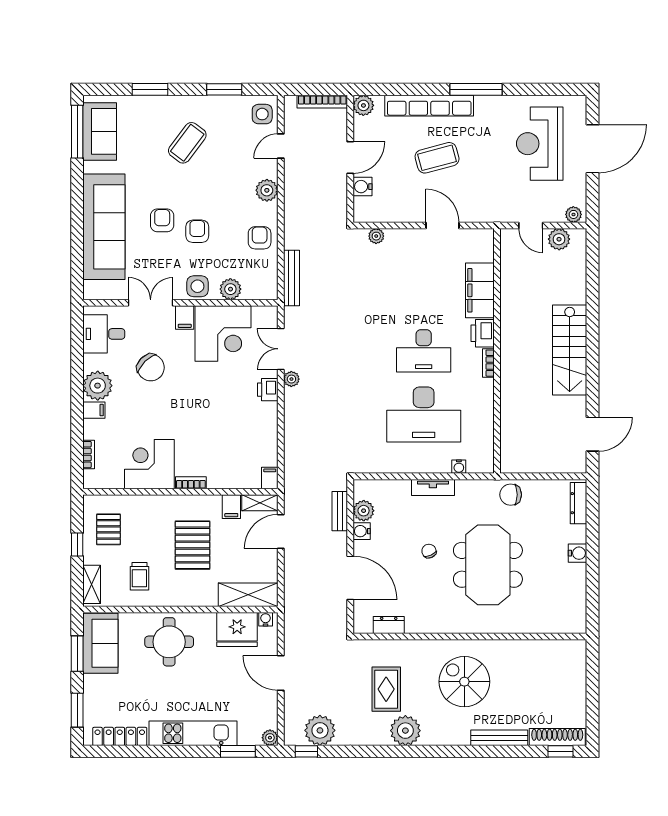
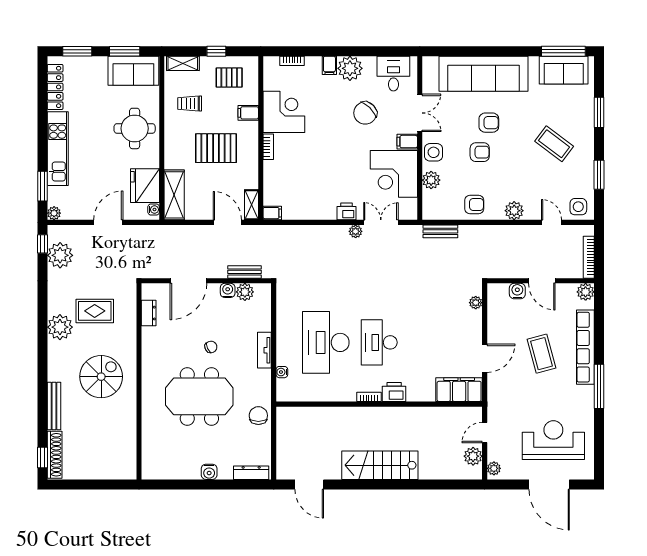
bench: (292, 278) -> (440, 231), width x0.73
filing cabinet: (480, 290) -> (459, 390), moved
filing cabinet: (231, 507) -> (248, 113), moved

